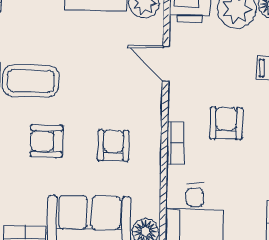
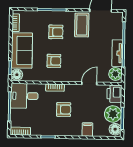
armchair: (46, 141) -> (56, 32), turned 90

